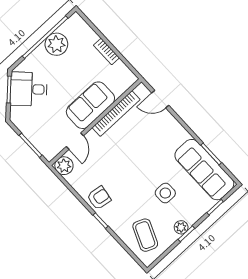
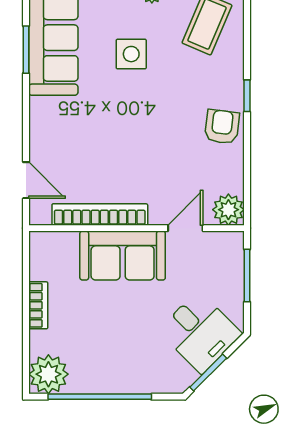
plant: (56, 44) -> (48, 374), moved
desk: (29, 89) -> (200, 332), moved
armchair: (99, 198) -> (222, 127), turned 88

